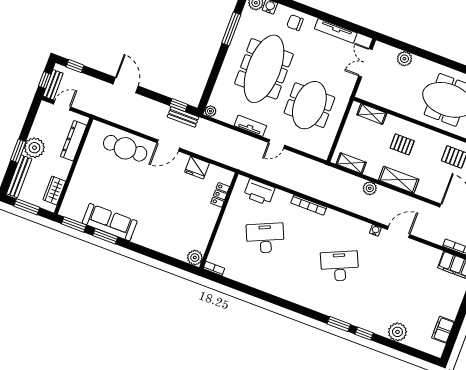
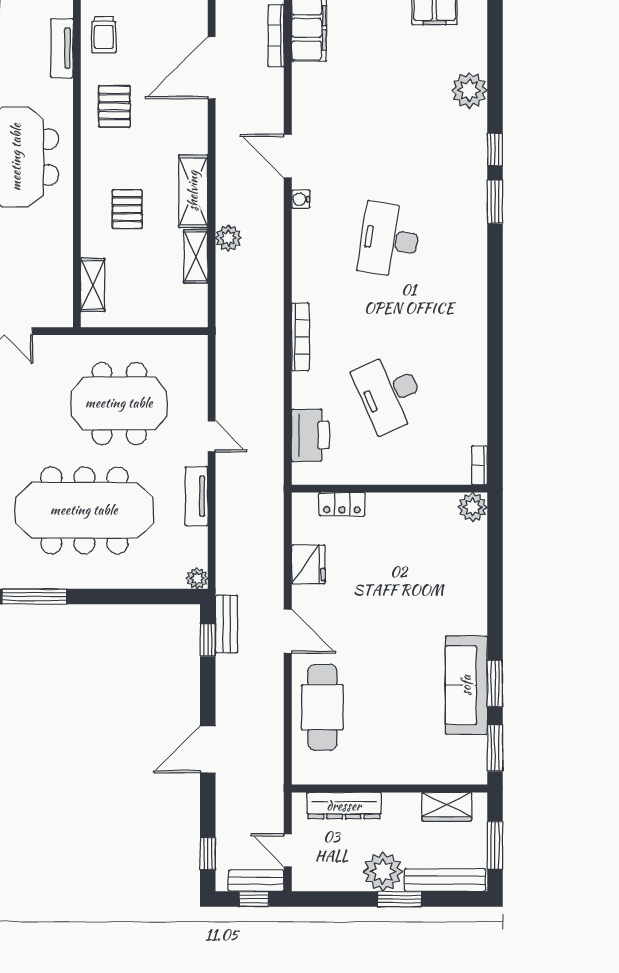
shelving: (351, 163) -> (196, 256), moved
desk: (340, 266) -> (389, 240), turned 33

